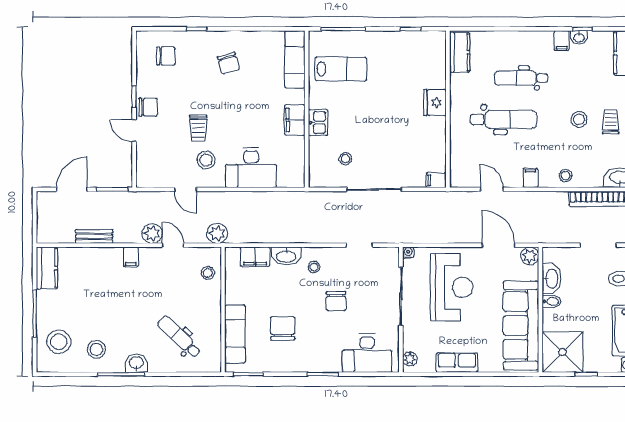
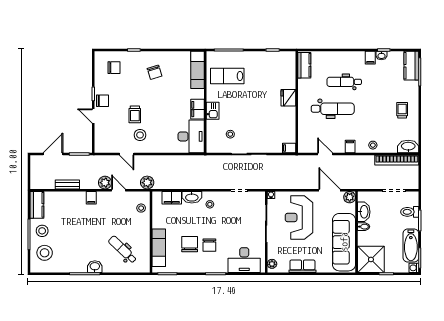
lab bench: (341, 69) -> (227, 76), turned 180
stool: (579, 119) -> (382, 109), removed
desk: (251, 168) -> (191, 136), moved, turned -90
reception desk: (451, 287) -> (299, 218), turned 180
chair: (336, 301) -> (209, 245), moved
stool: (96, 349) -> (42, 231), moved

